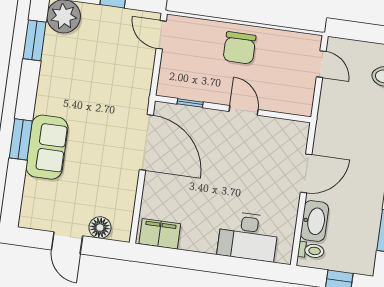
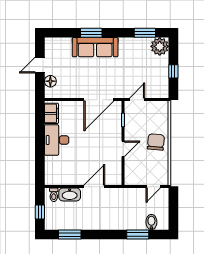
door: (161, 35) -> (137, 100), moved
chair: (239, 48) -> (156, 142), turned 95
sofa: (47, 147) -> (95, 47), width x1.36
door: (306, 173) -> (94, 187), swing flipped
desk: (248, 236) -> (57, 140), moved

